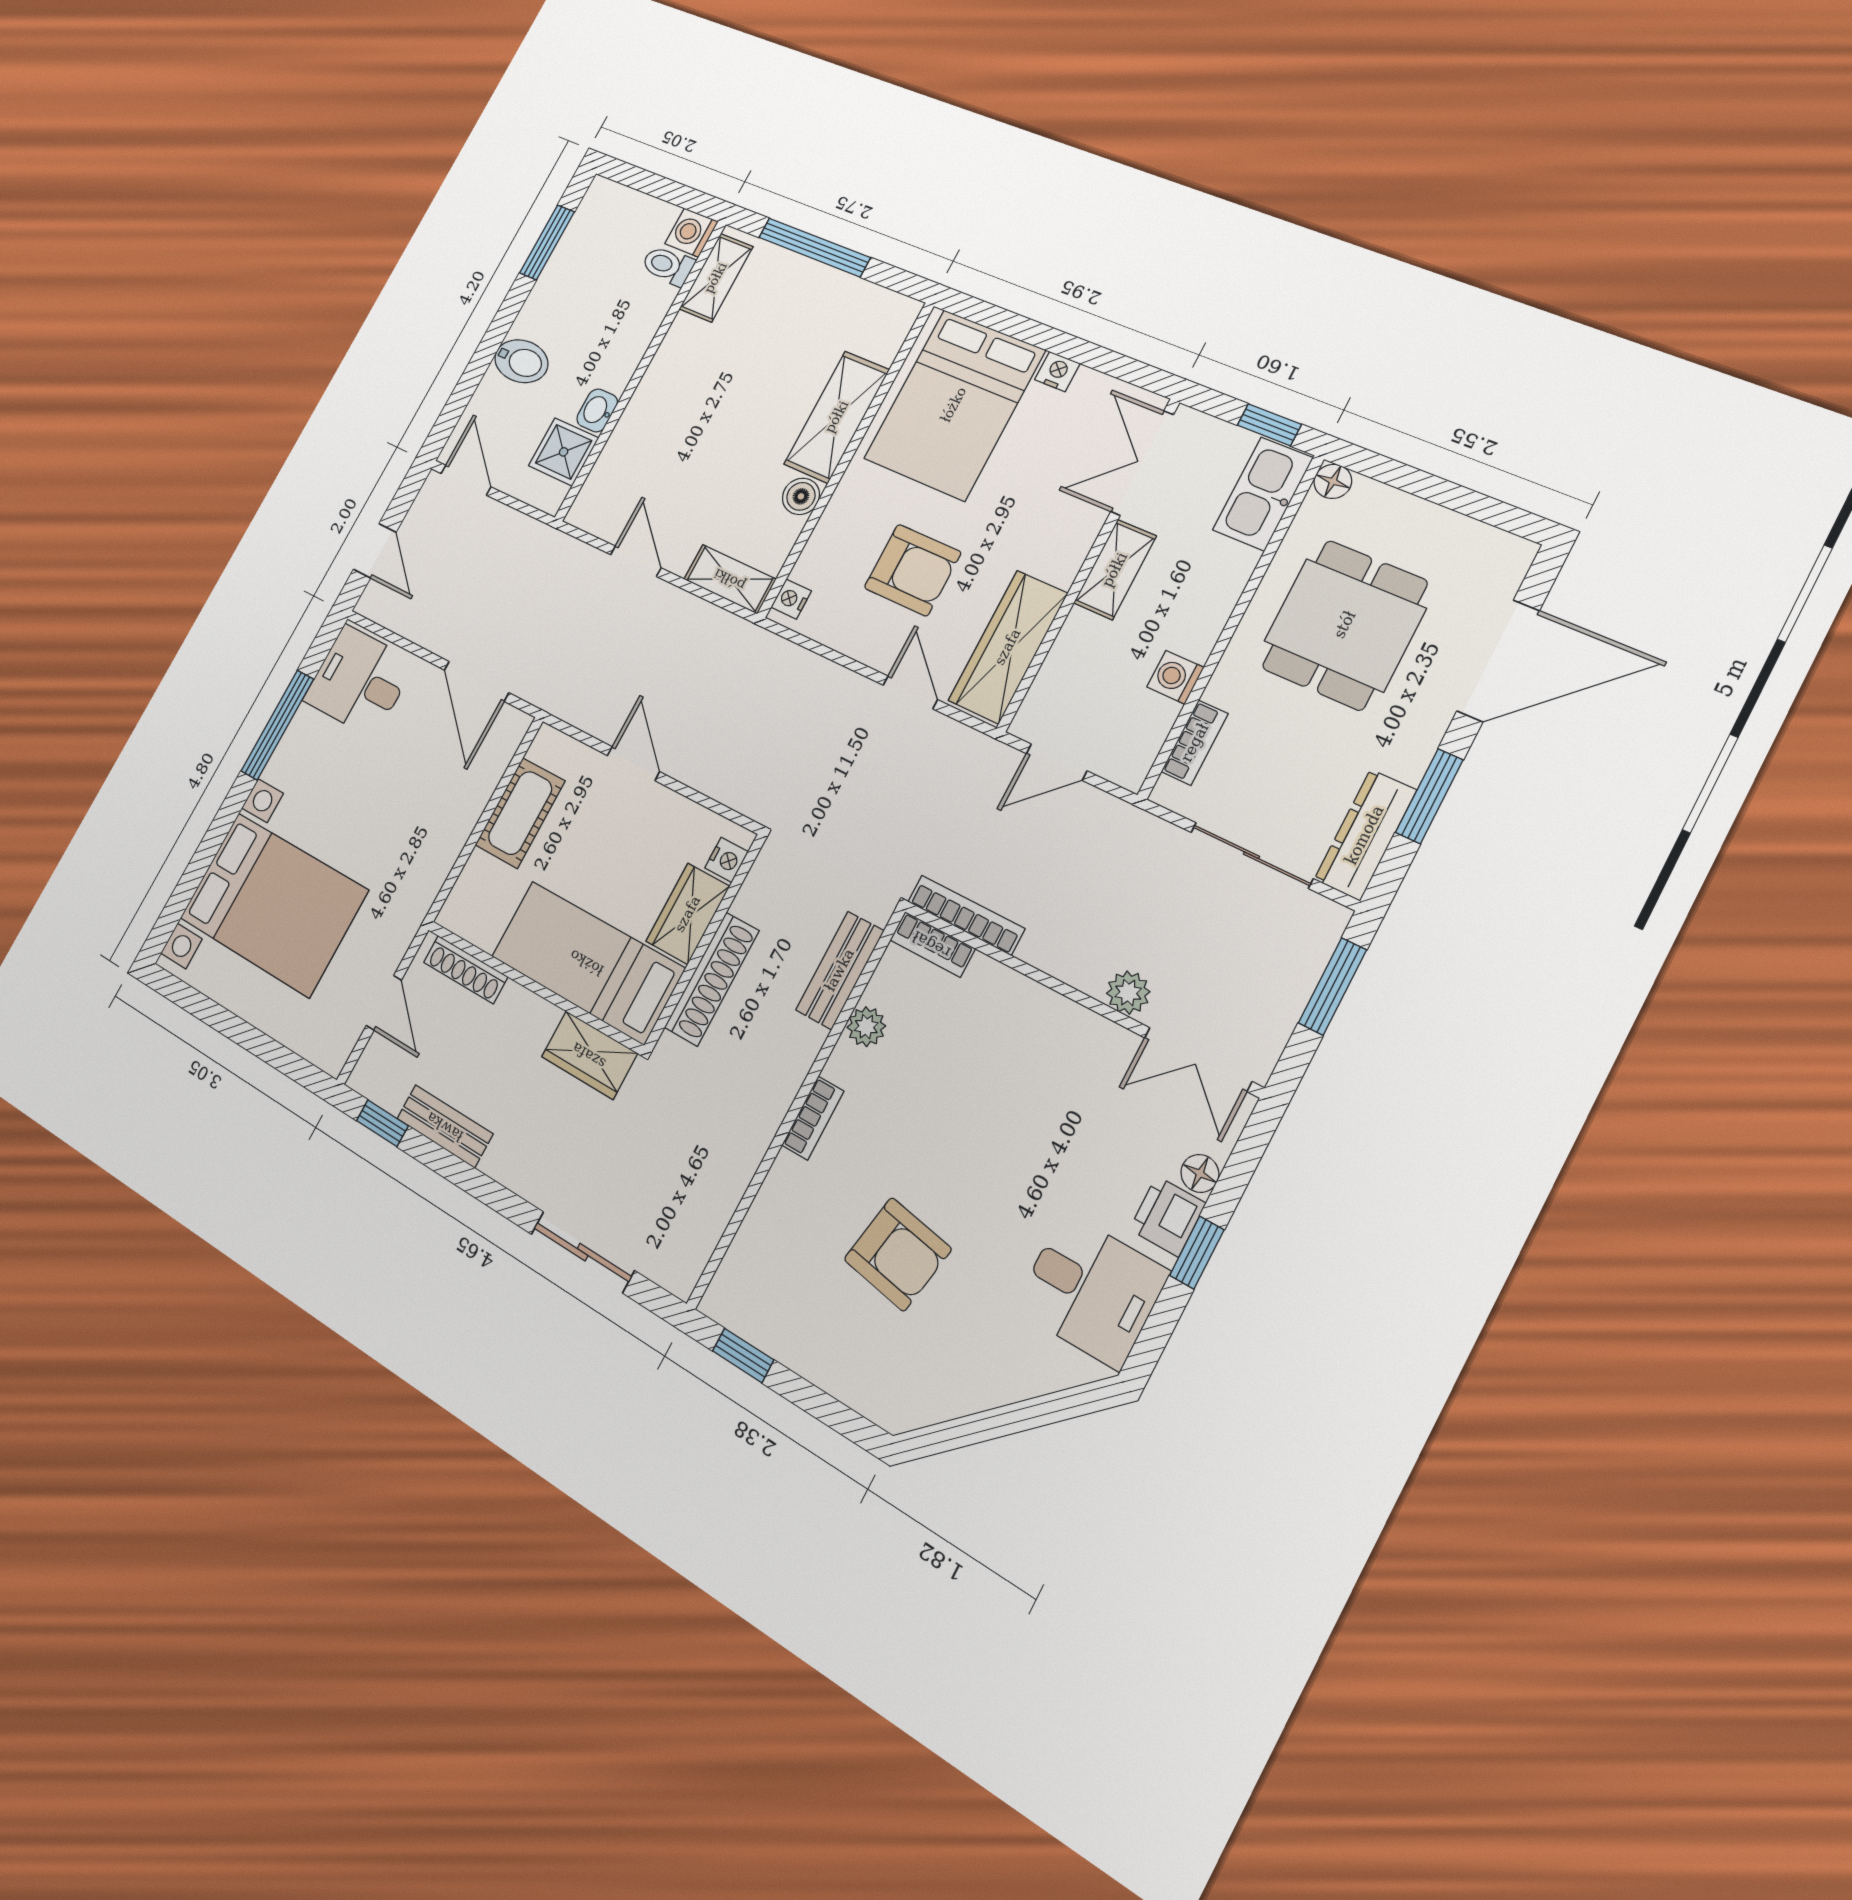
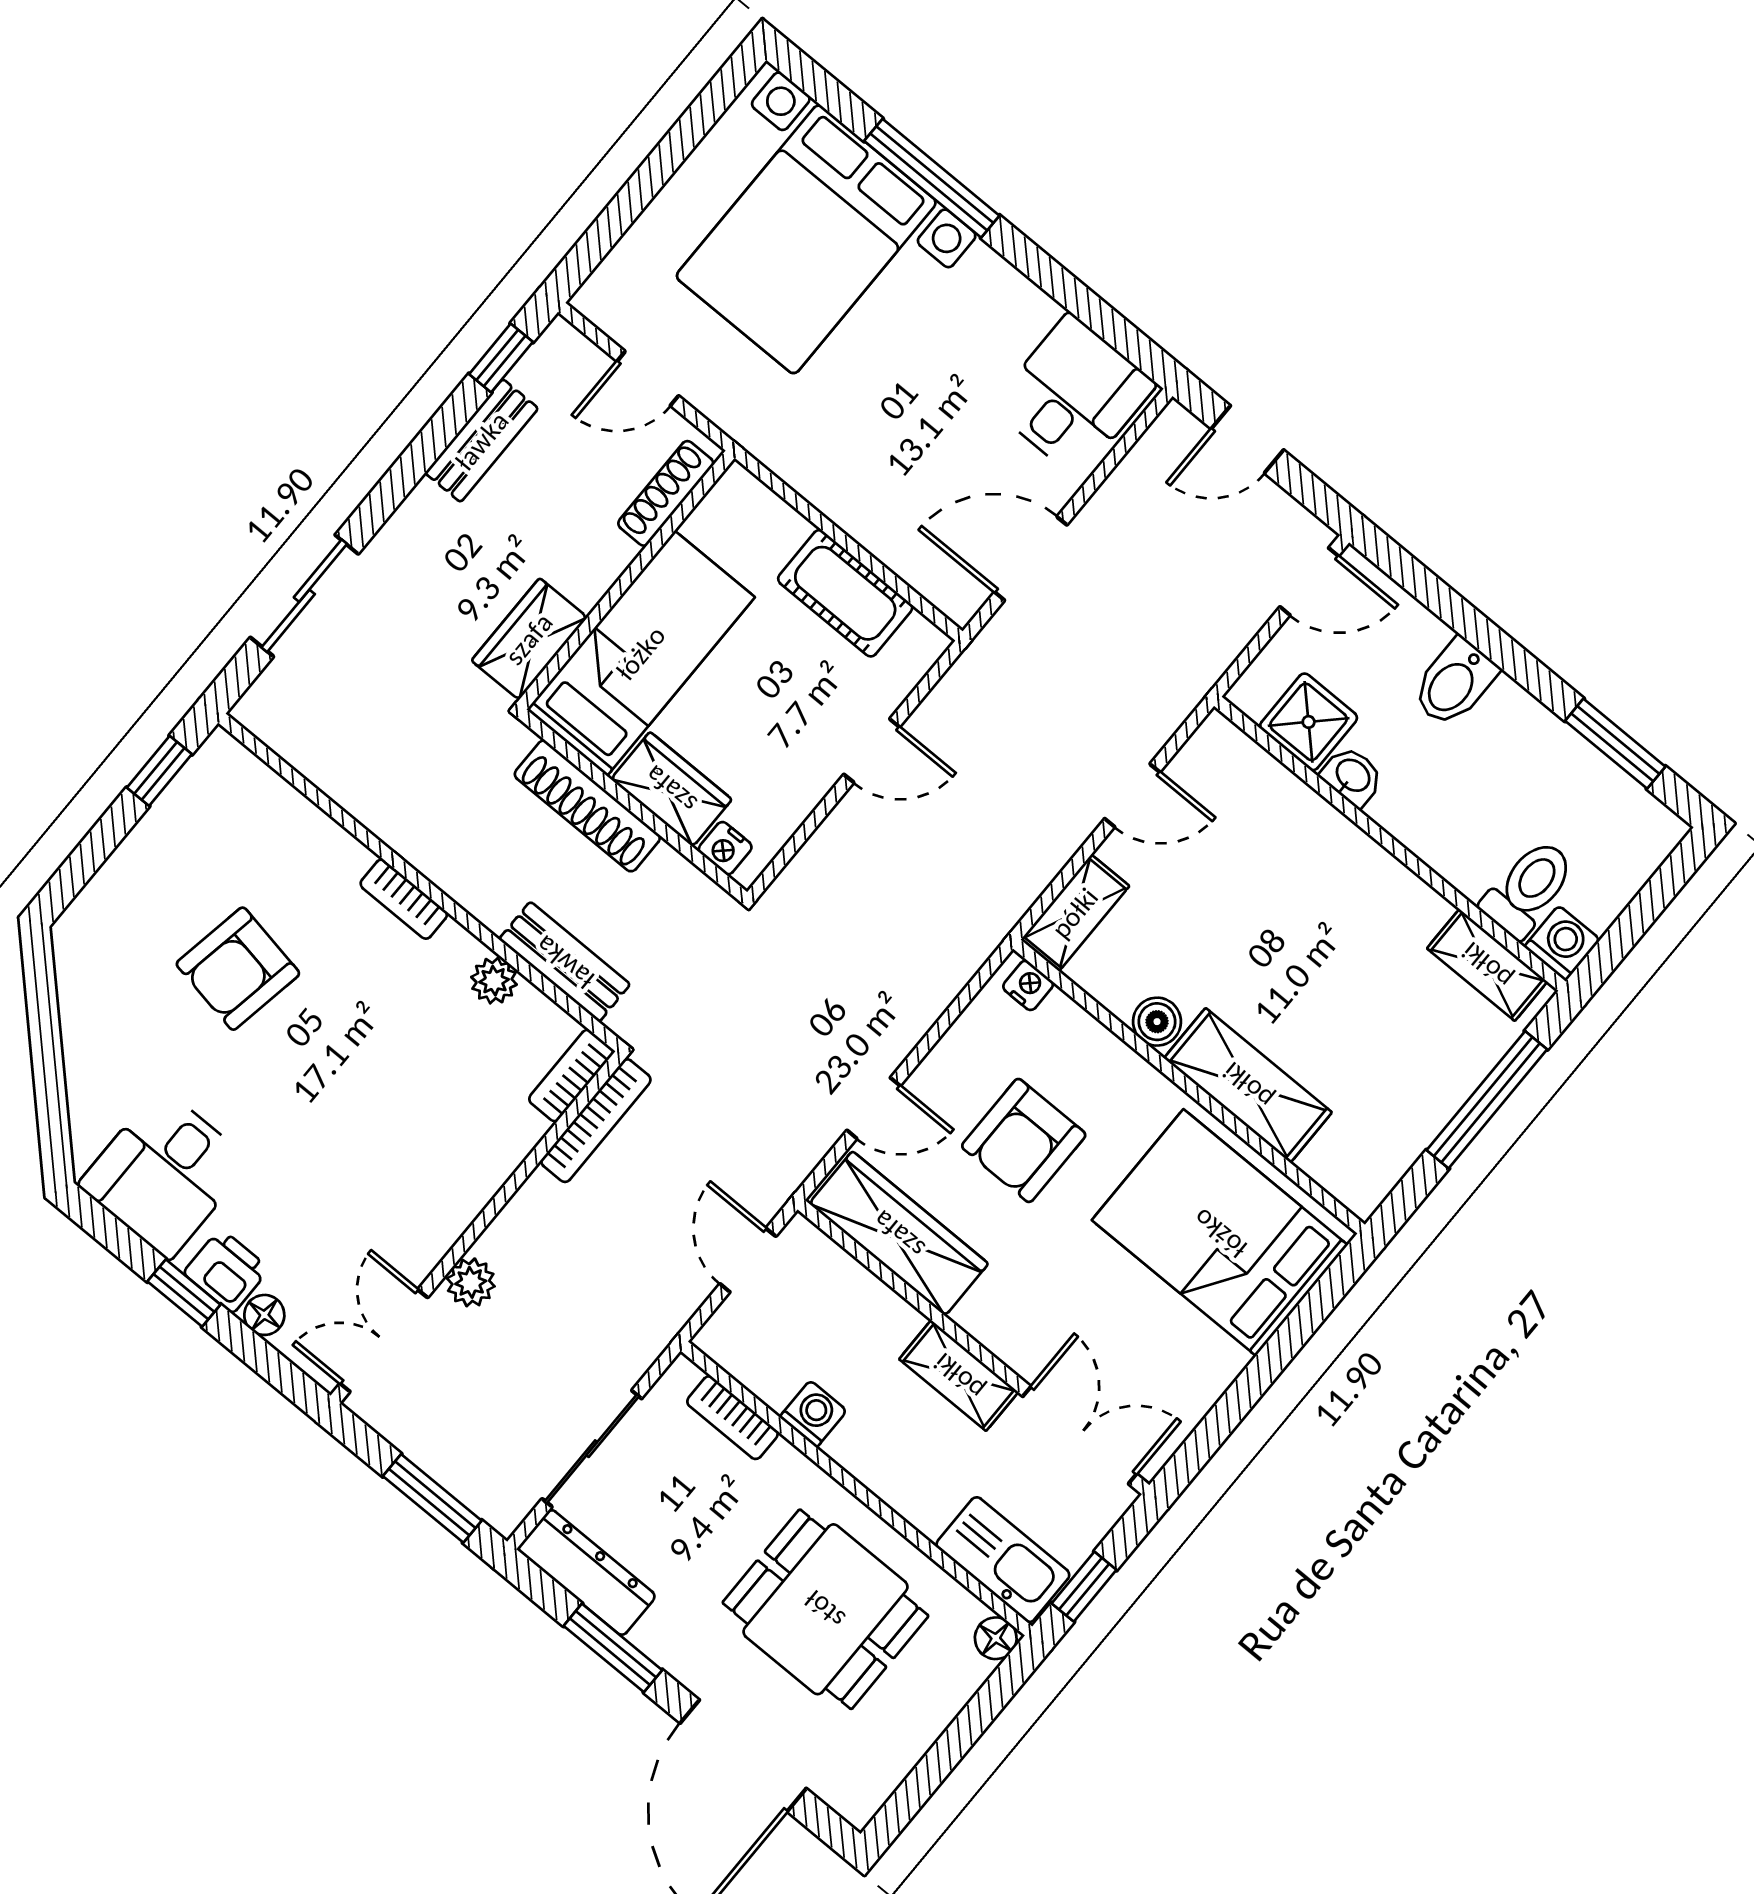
toilet: (668, 266) -> (1528, 888), width x1.37, depth x1.39
nightstand: (1057, 372) -> (1224, 1363), removed
window: (277, 725) -> (932, 178), moved

